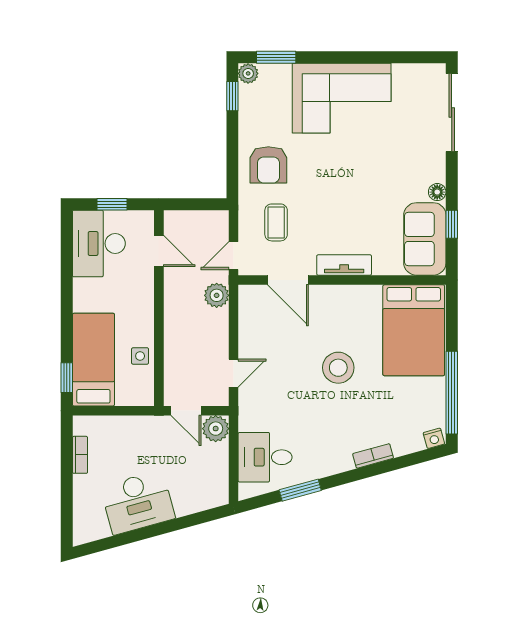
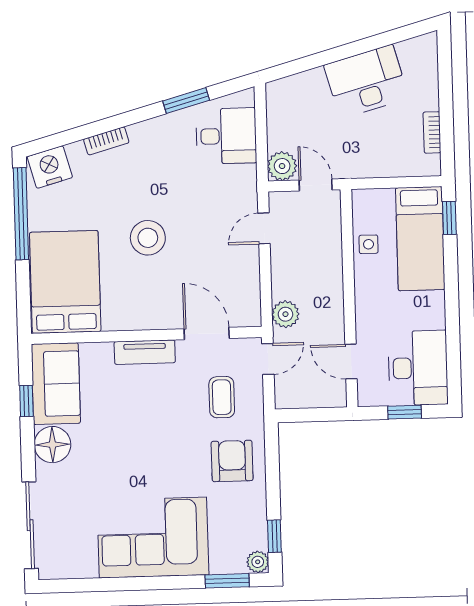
floor lamp: (437, 192) -> (52, 445), width x1.89, depth x1.89
nightstand: (434, 438) -> (50, 167), width x1.89, depth x1.79

